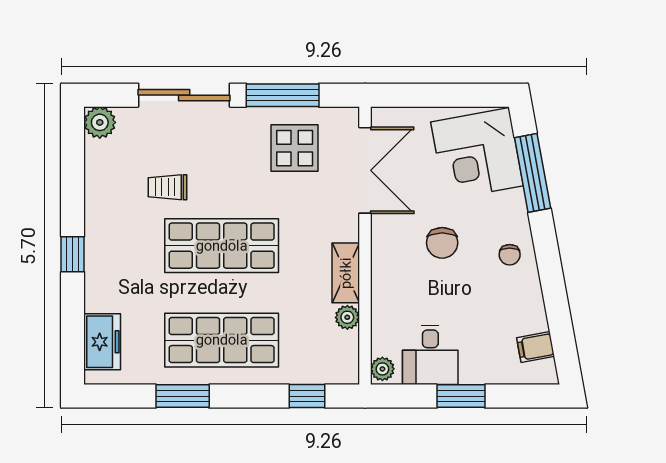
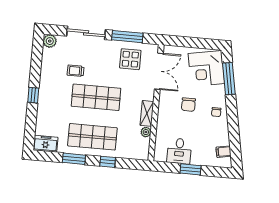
freezer: (102, 342) -> (46, 144), moved, turned -90
plant: (382, 369) -> (159, 155), removed
window: (307, 396) -> (108, 162), moved

